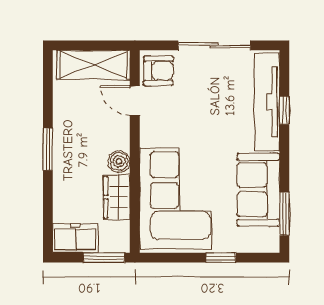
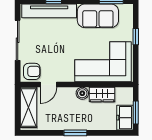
armchair: (158, 71) -> (32, 71), turned 90
window: (104, 258) -> (136, 112), moved

